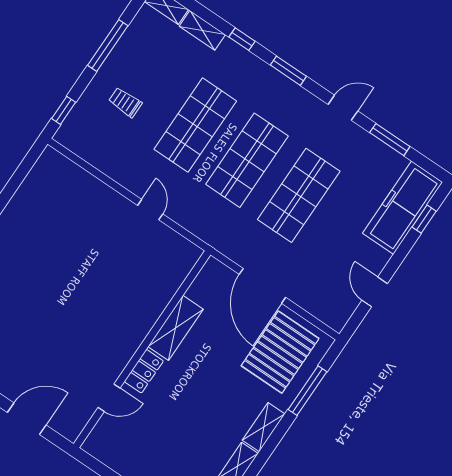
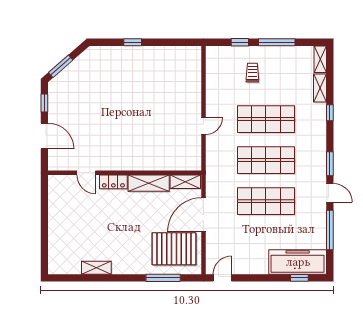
window: (288, 71) -> (330, 164), moved
window: (64, 110) -> (240, 42), moved
window: (390, 140) -> (330, 230), width x1.44
door: (375, 292) -> (222, 278), moved
shelving: (264, 427) -> (185, 182), moved

